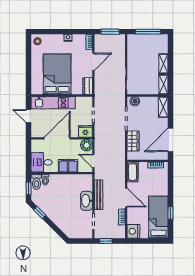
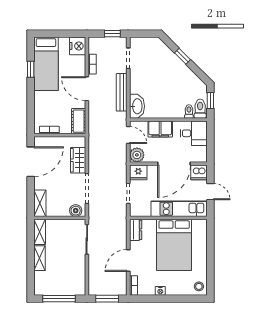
dishwasher: (37, 131) -> (199, 172), added
washbasin: (86, 201) -> (137, 106), moved
window: (40, 213) -> (182, 56), moved

